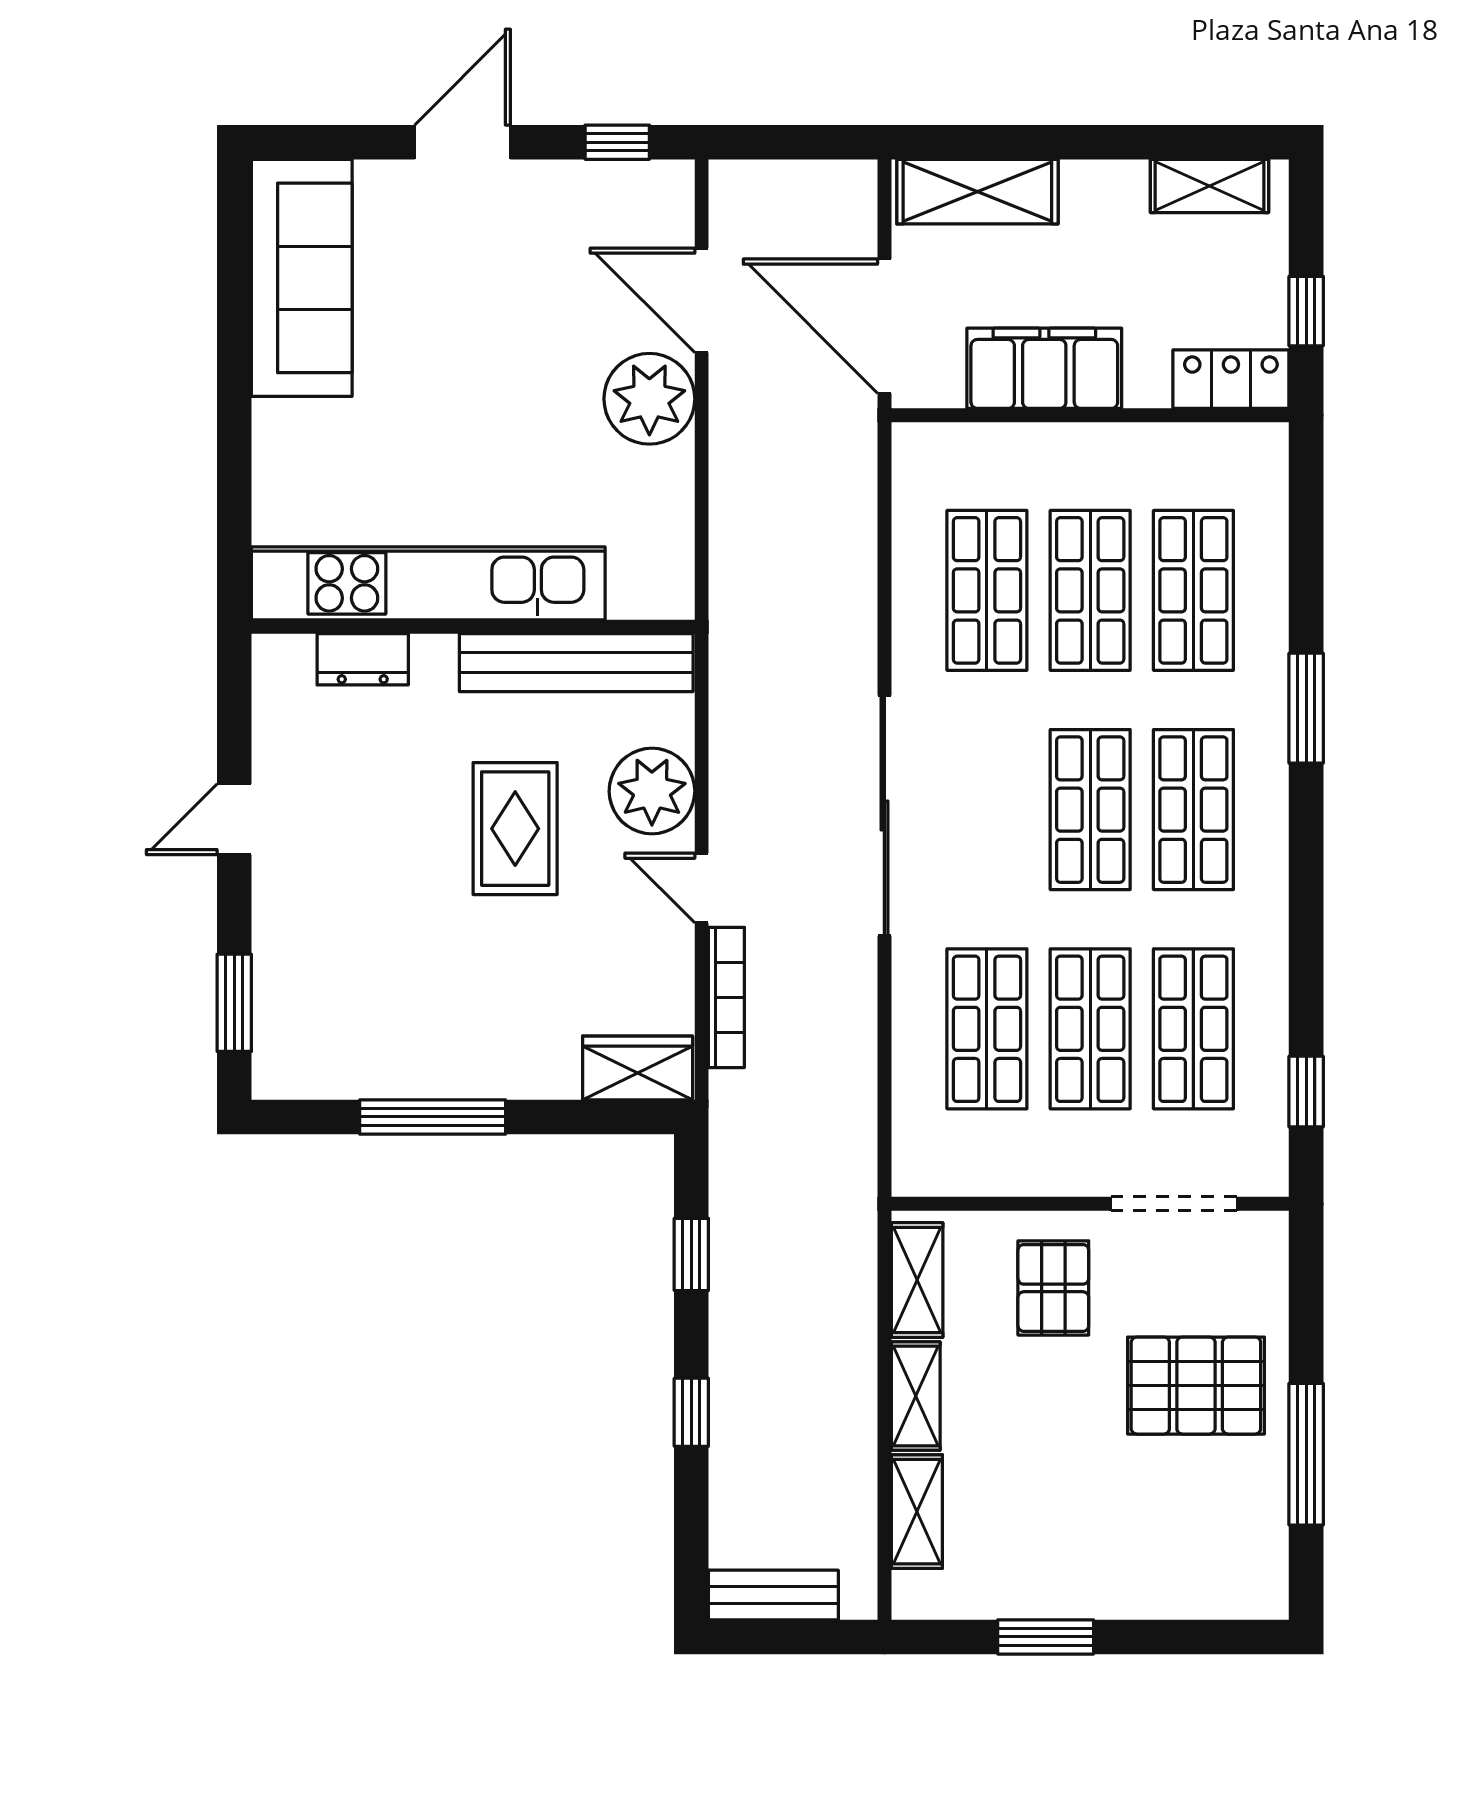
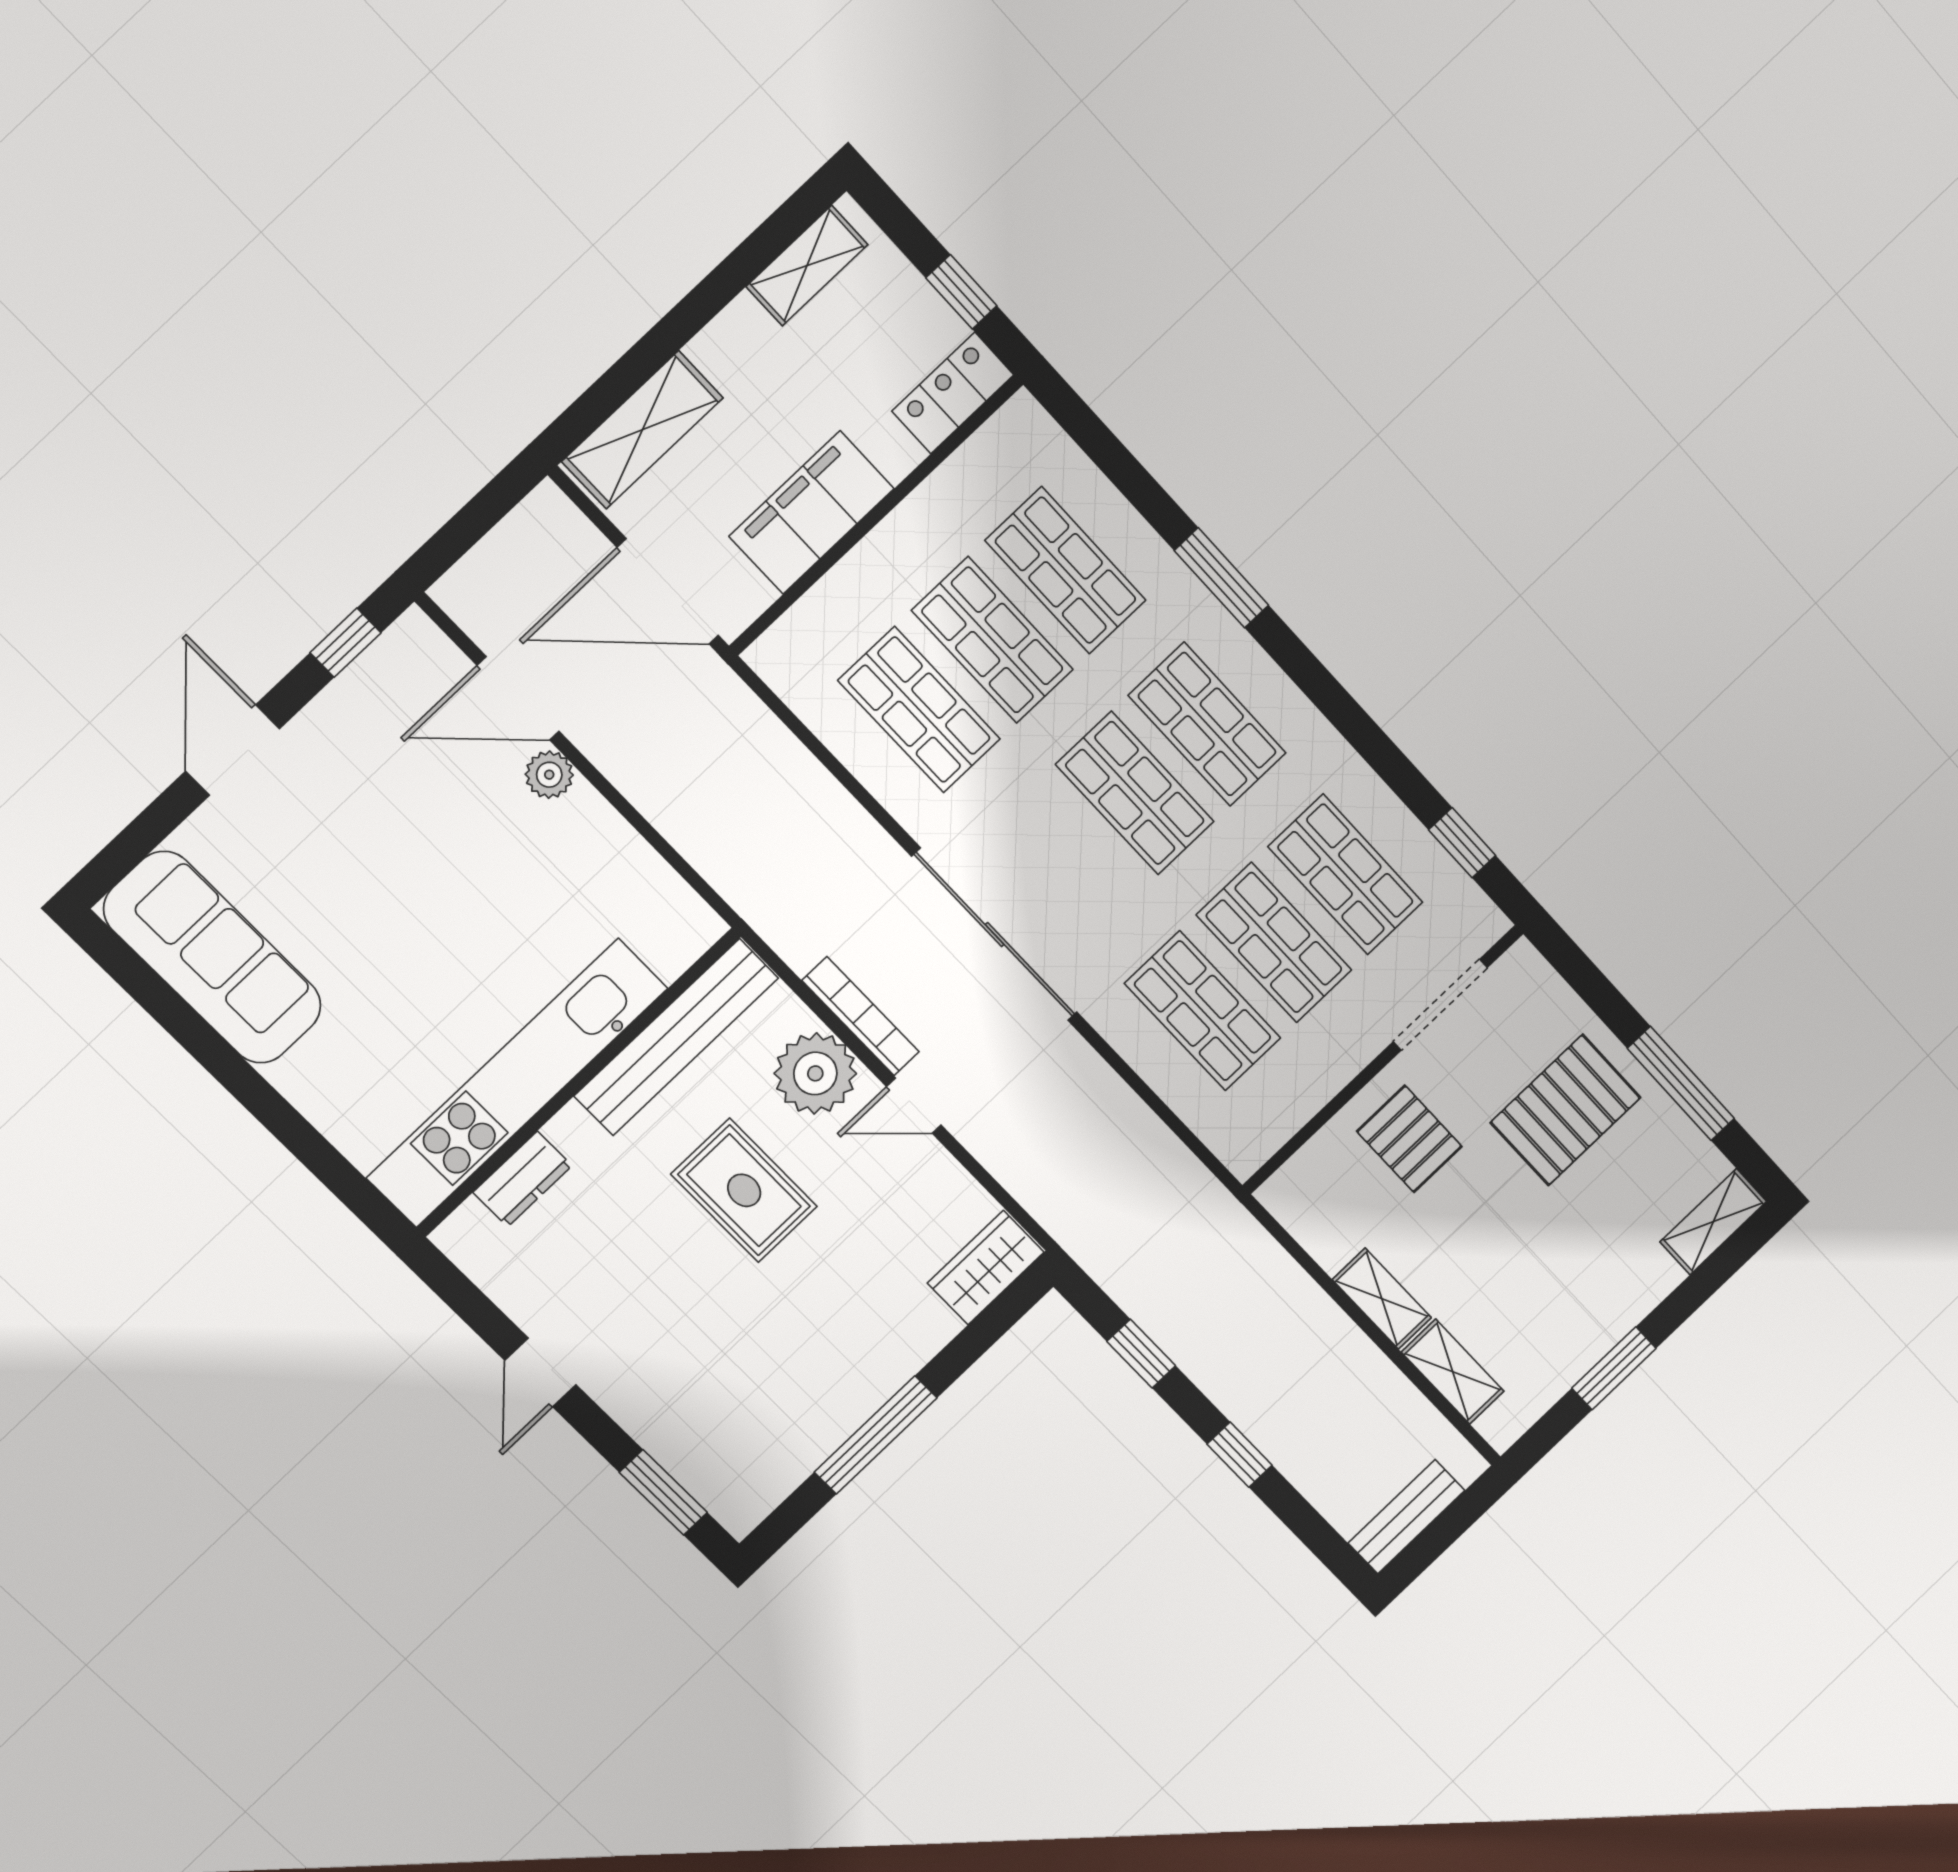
plant: (649, 399) -> (549, 775), width x0.53, depth x0.53
bookcase: (726, 997) -> (861, 1016), moved
shelving: (917, 1280) -> (1713, 1222), moved, turned 90

